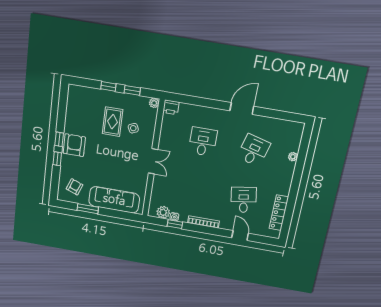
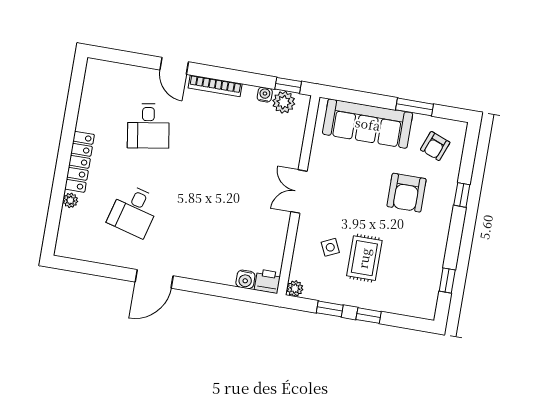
water cooler: (185, 108) -> (245, 279), added
window: (59, 139) -> (447, 281), moved
desk: (203, 142) -> (216, 225), removed
armchair: (74, 145) -> (407, 193), moved
locker: (279, 213) -> (80, 162), moved
window: (175, 224) -> (288, 85), moved
door: (240, 236) -> (174, 66), moved

